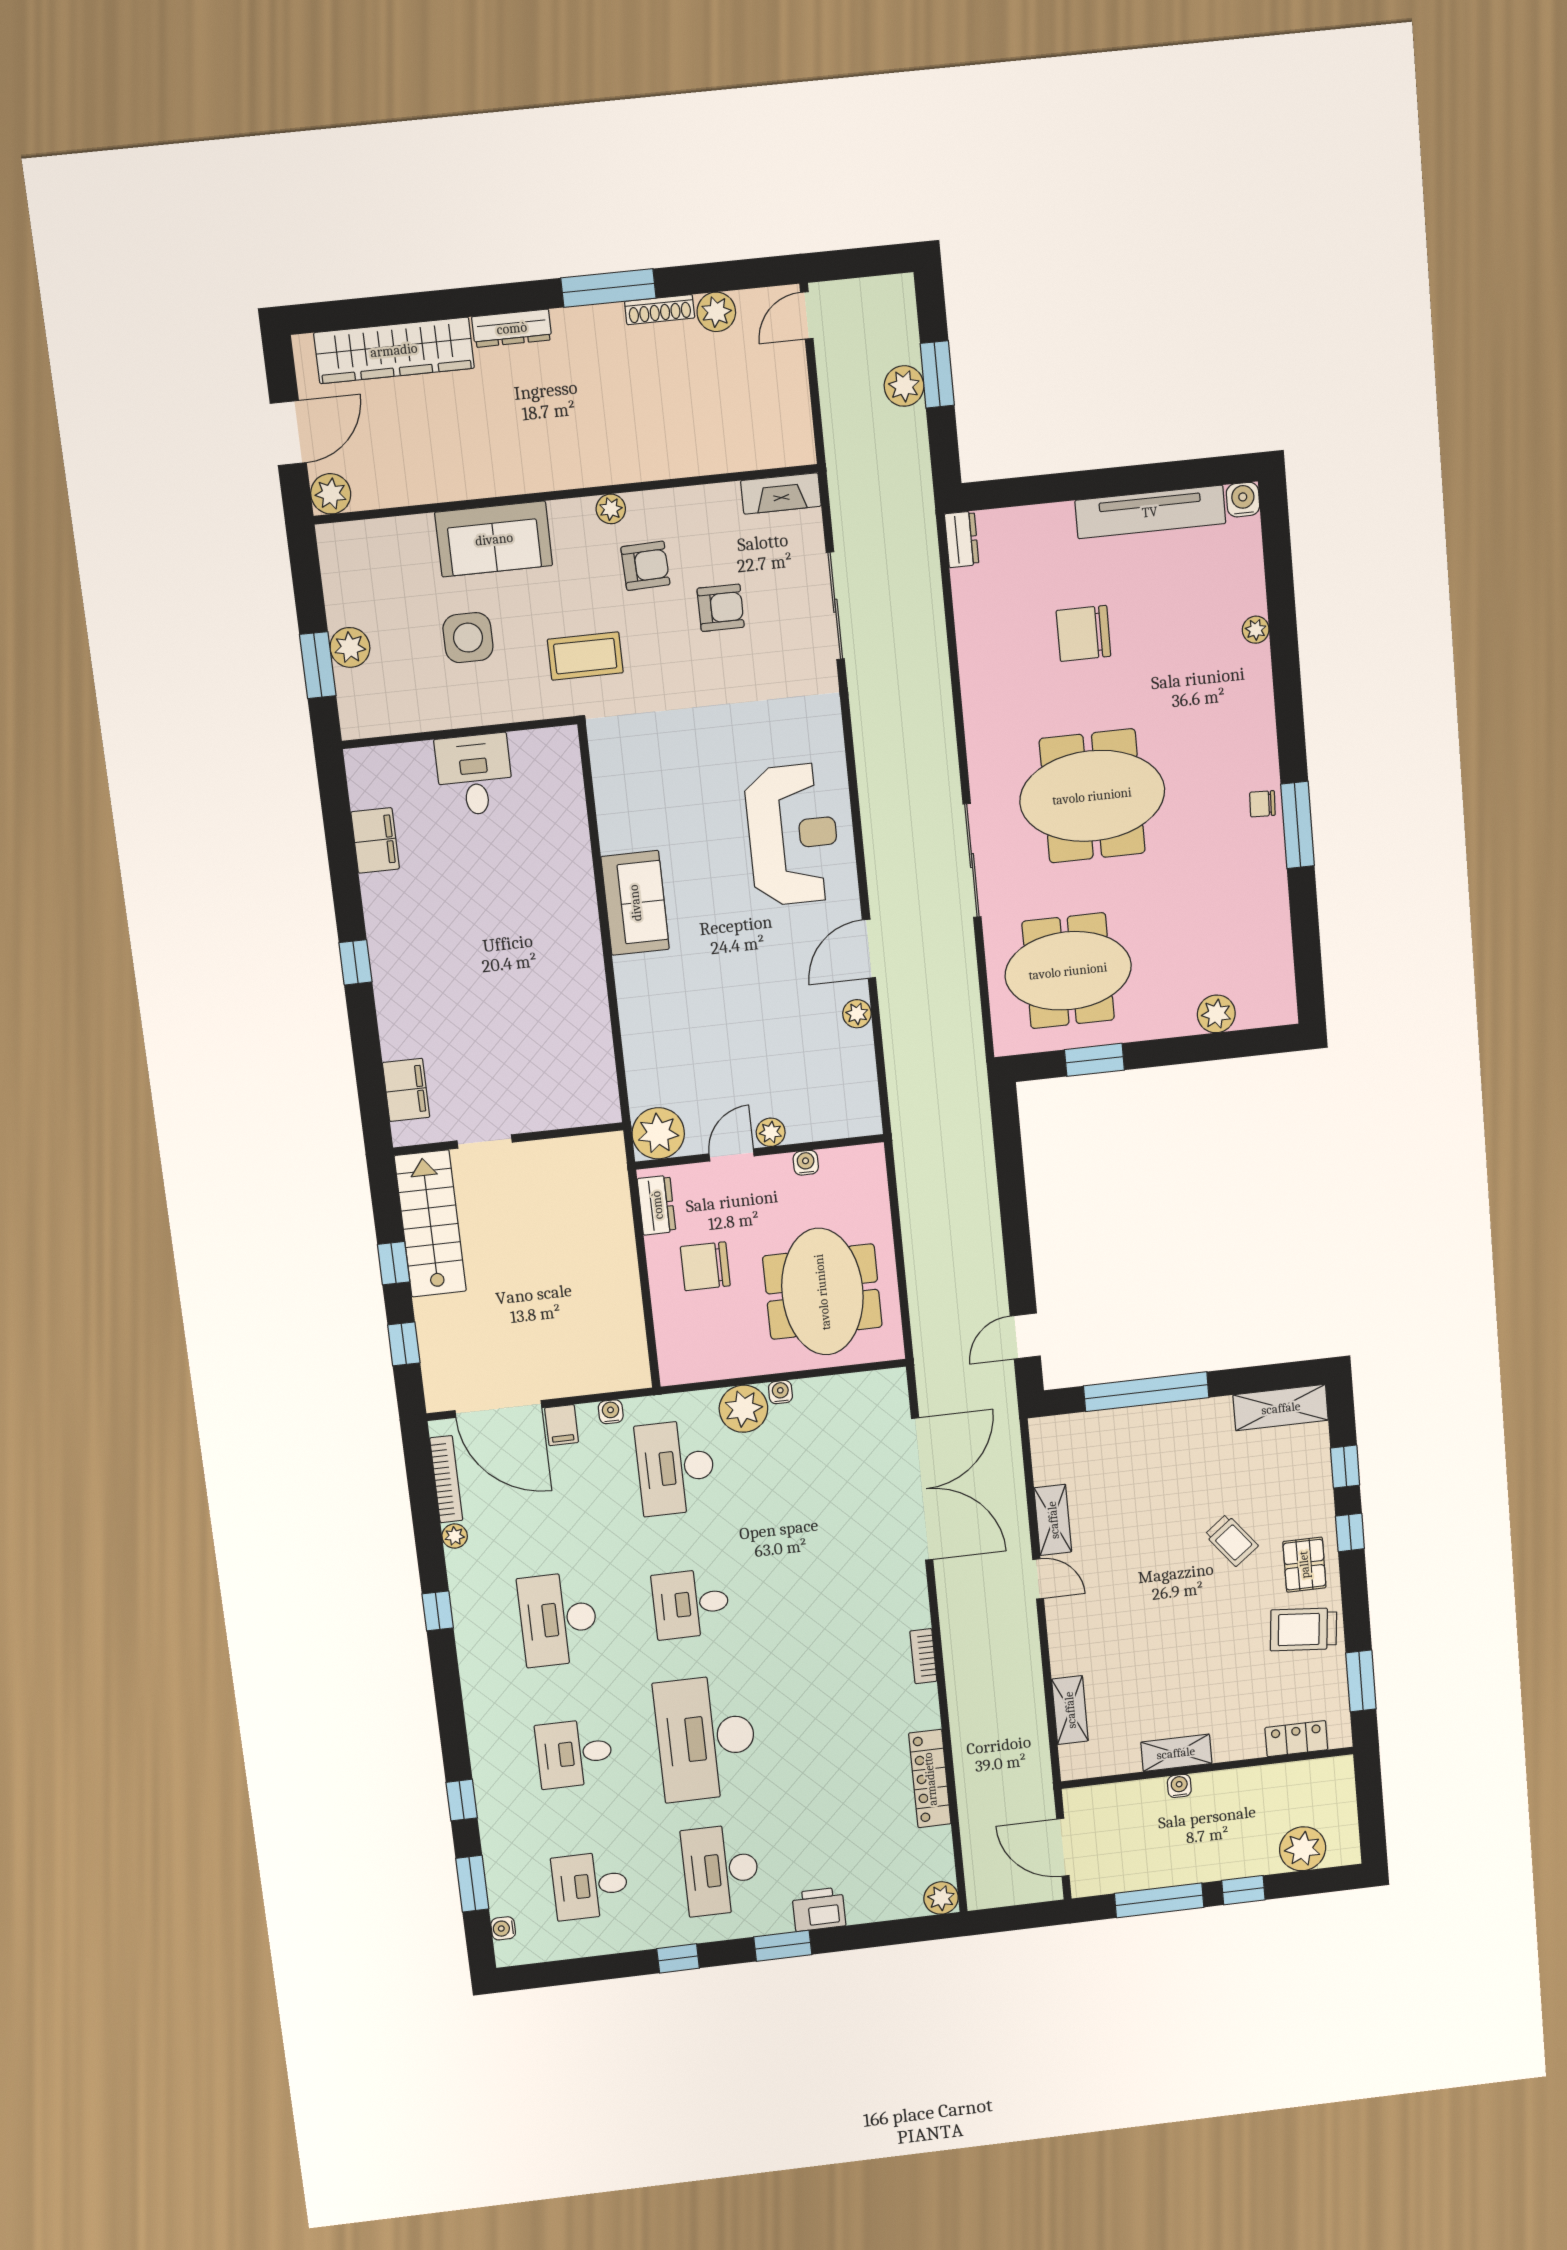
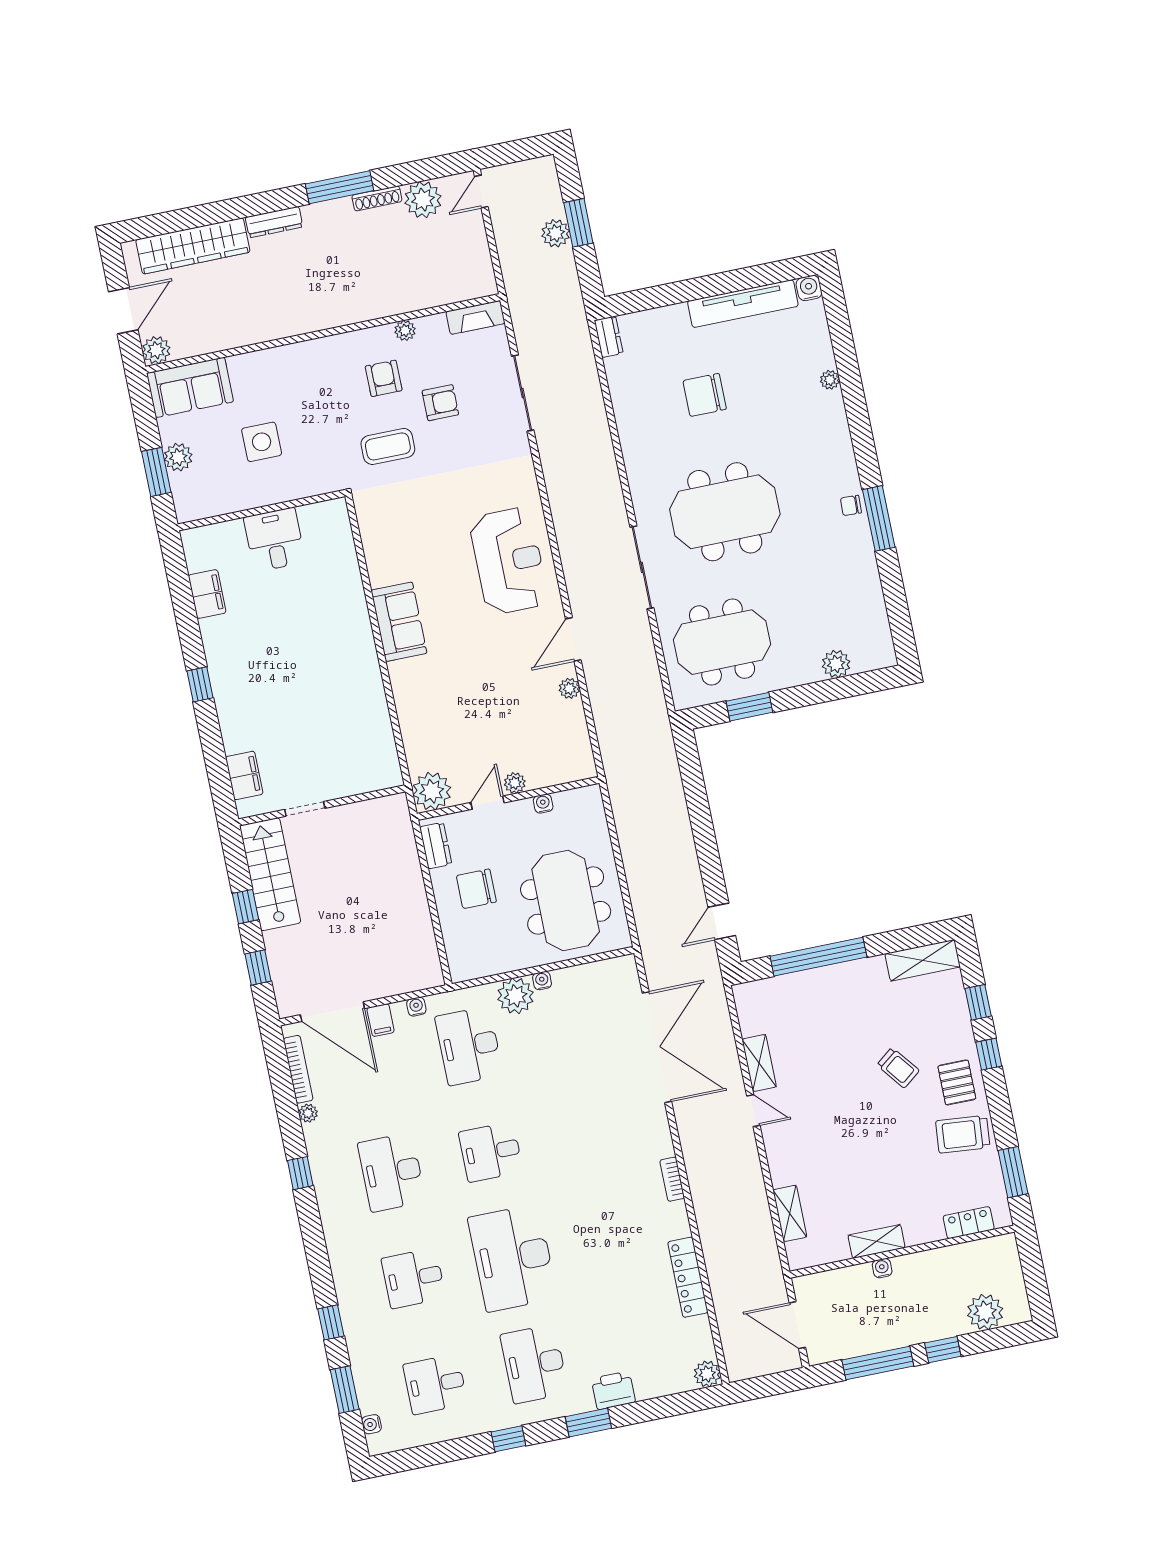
plant: (716, 312) -> (423, 200), width x1.36, depth x1.36
plant: (611, 509) -> (405, 330), moved
sofa: (494, 539) -> (190, 387), moved
armchair: (645, 566) -> (384, 378), turned -88
coffee table: (585, 656) -> (388, 446), moved

